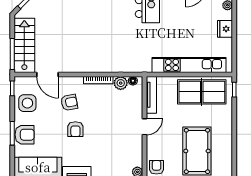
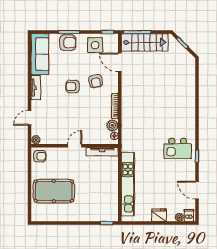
door: (48, 74) -> (120, 62), hinge flipped
table tennis table: (202, 92) -> (105, 195), removed
door: (144, 127) -> (75, 146), swing flipped
armchair: (25, 135) -> (68, 43), turned -90

